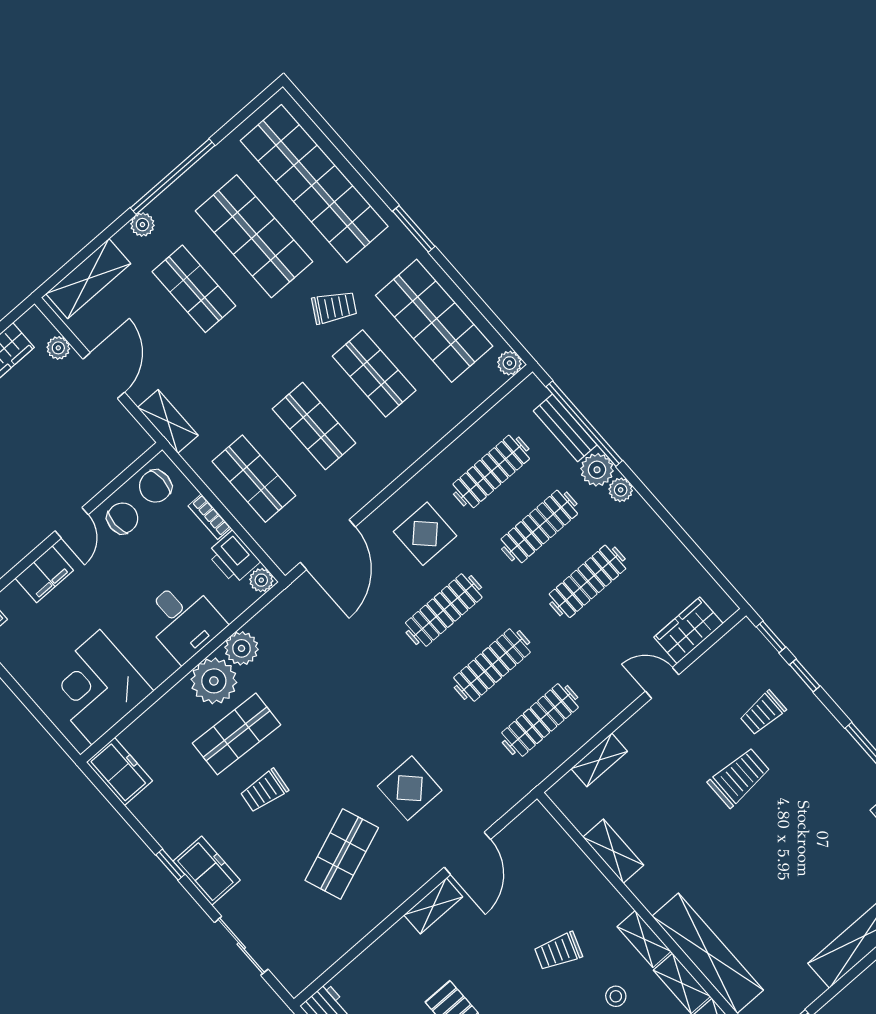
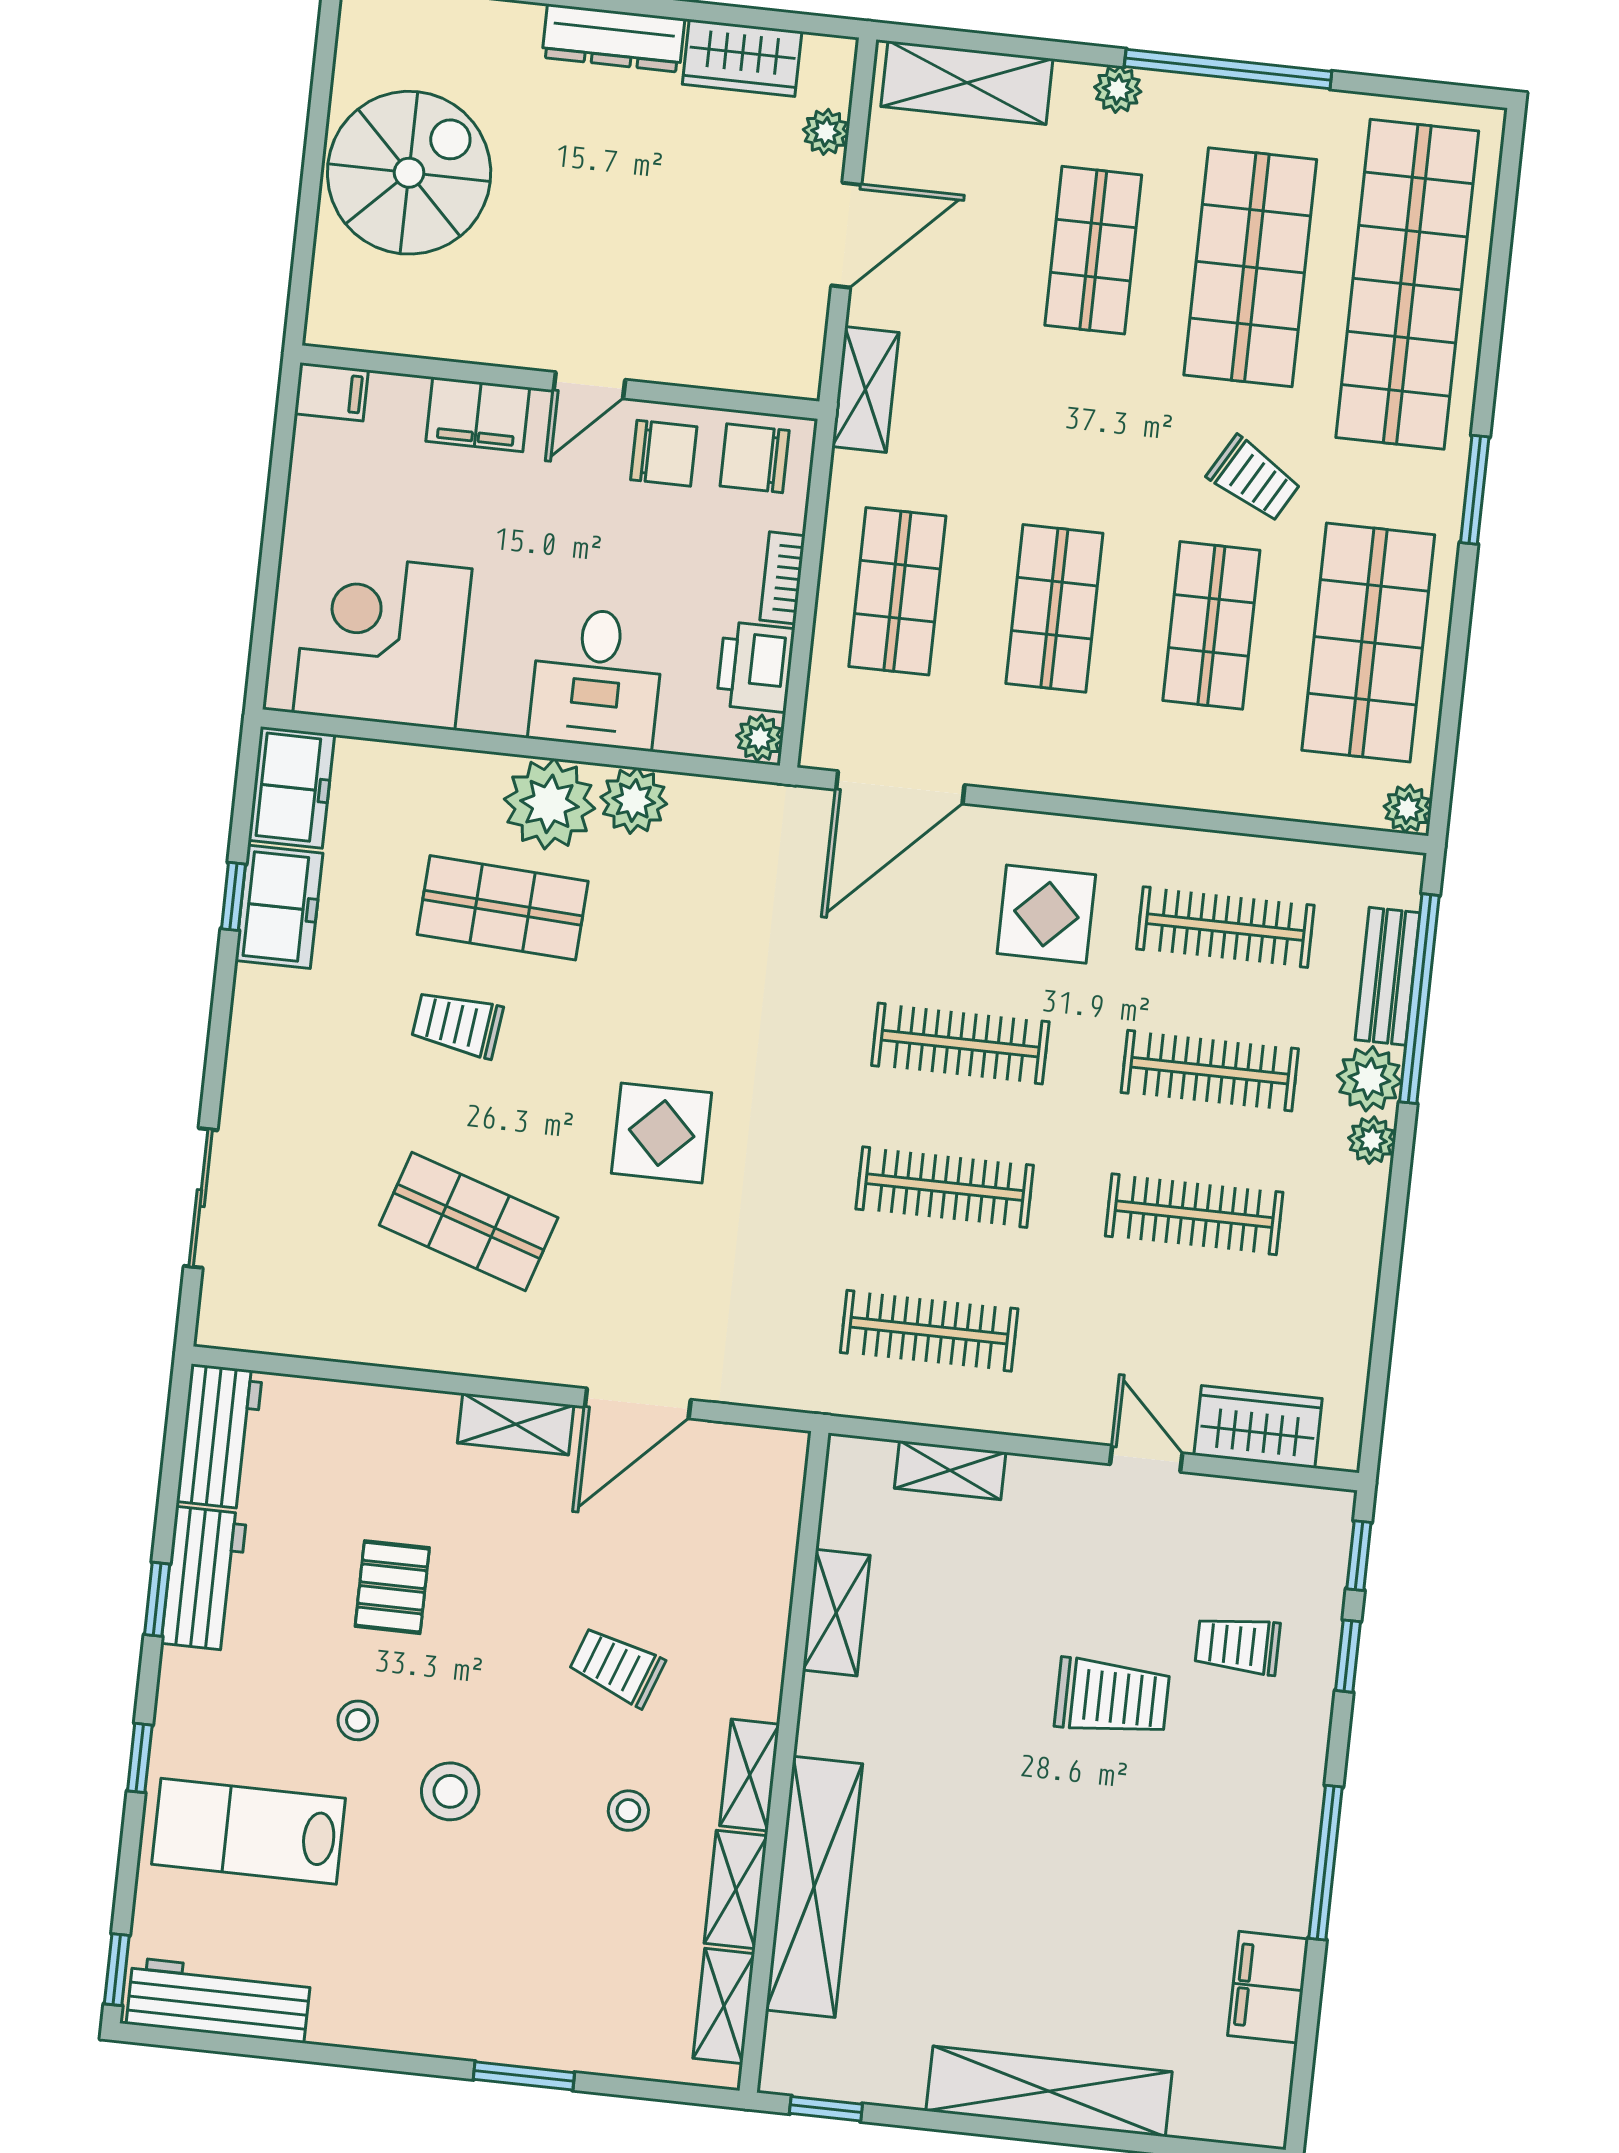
display table: (410, 788) -> (662, 1133), moved
shop shelf: (342, 854) -> (469, 1221), turned 39
window: (170, 865) -> (233, 896), moved
freezer: (207, 871) -> (279, 907), moved

